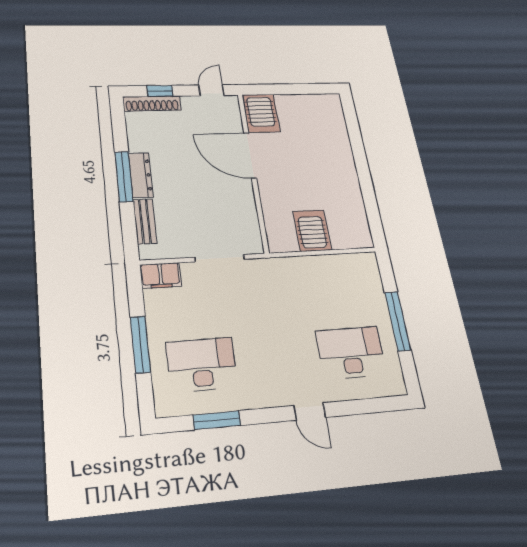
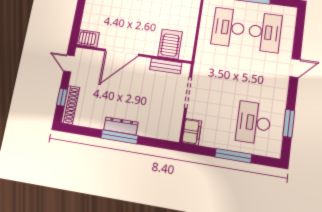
server rack: (261, 113) -> (88, 38), width x0.73, depth x0.70
bench: (145, 221) -> (166, 66), moved
server rack: (312, 231) -> (170, 44), moved, turned 90
desk: (339, 297) -> (228, 27), added
desk: (351, 353) -> (265, 32), turned 180

